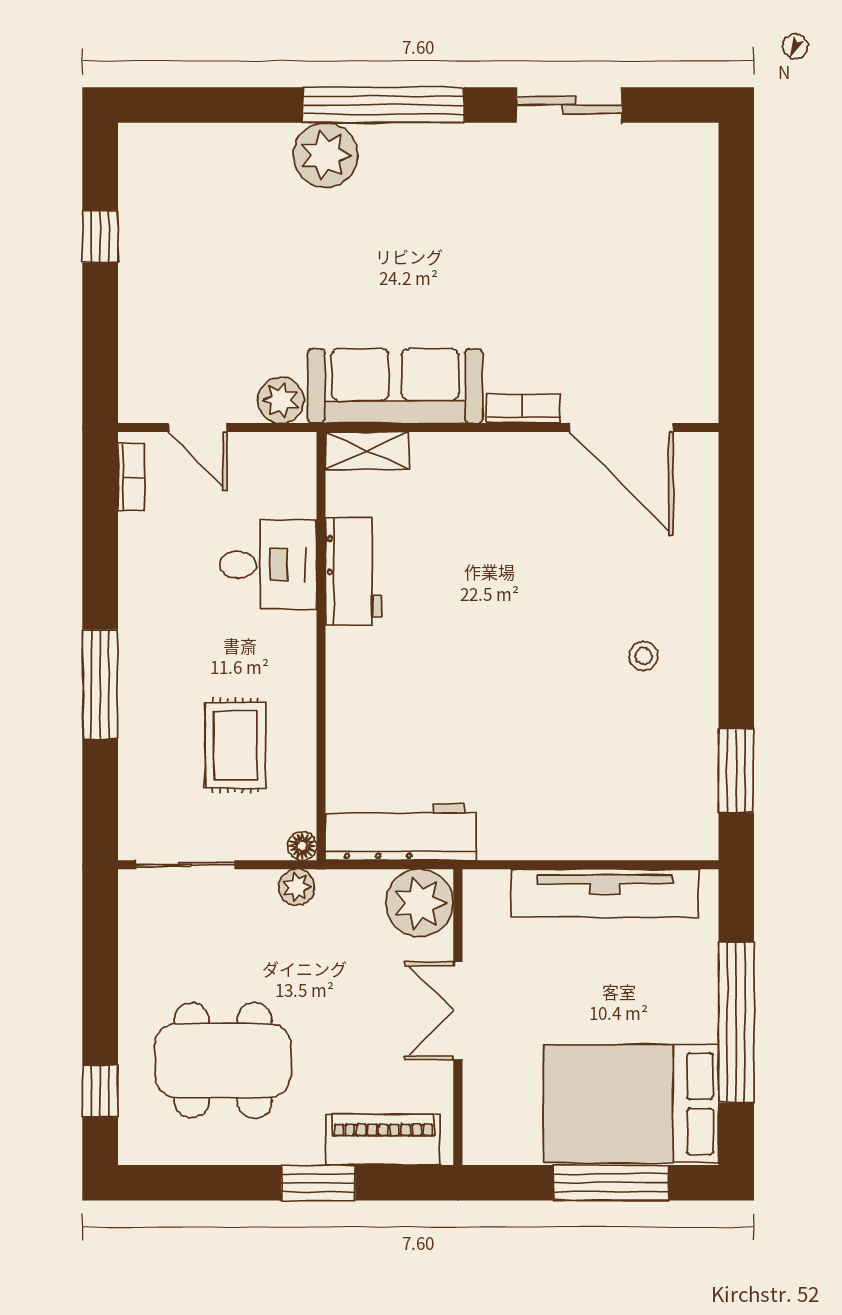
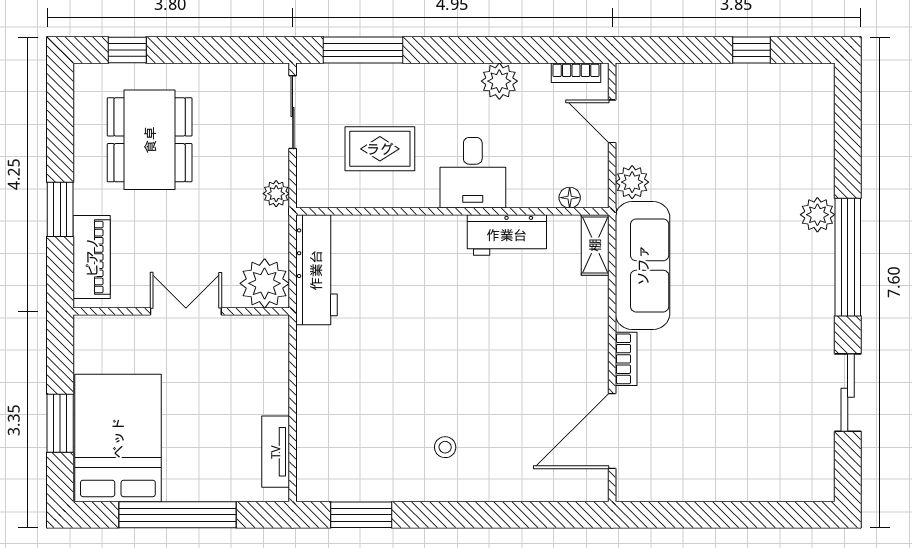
plant: (326, 155) -> (817, 215), width x0.73, depth x0.73
door: (198, 427) -> (612, 121), hinge flipped
desk: (268, 565) -> (473, 173), moved
plant: (143, 582) -> (499, 81), added
window: (100, 684) -> (363, 50), moved
floor lamp: (302, 846) -> (570, 198), moved
tv unit: (605, 893) -> (276, 452), width x0.52, depth x0.78
window: (611, 1183) -> (60, 423), width x0.69

